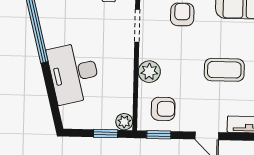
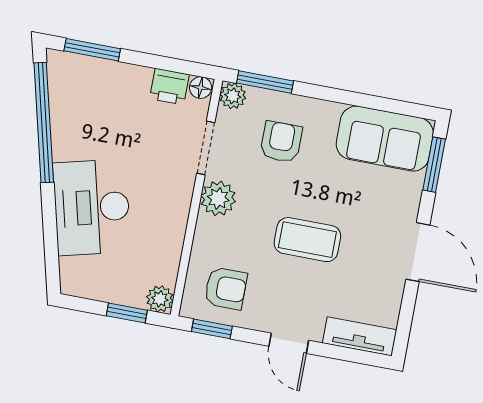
coffee table: (224, 70) -> (307, 240), moved
plant: (149, 72) -> (218, 198), moved

